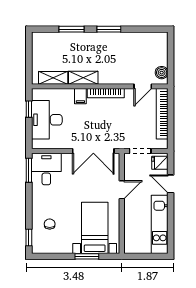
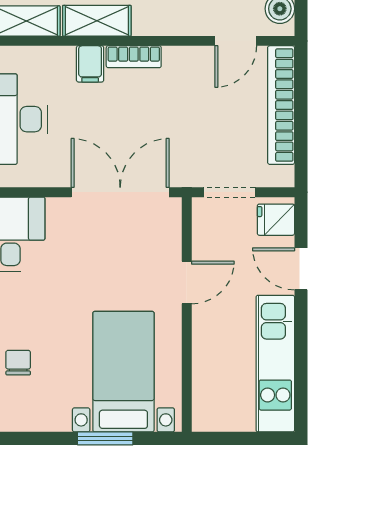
bookcase: (106, 93) -> (134, 57), width x0.64
double door: (93, 151) -> (120, 192), swing flipped

